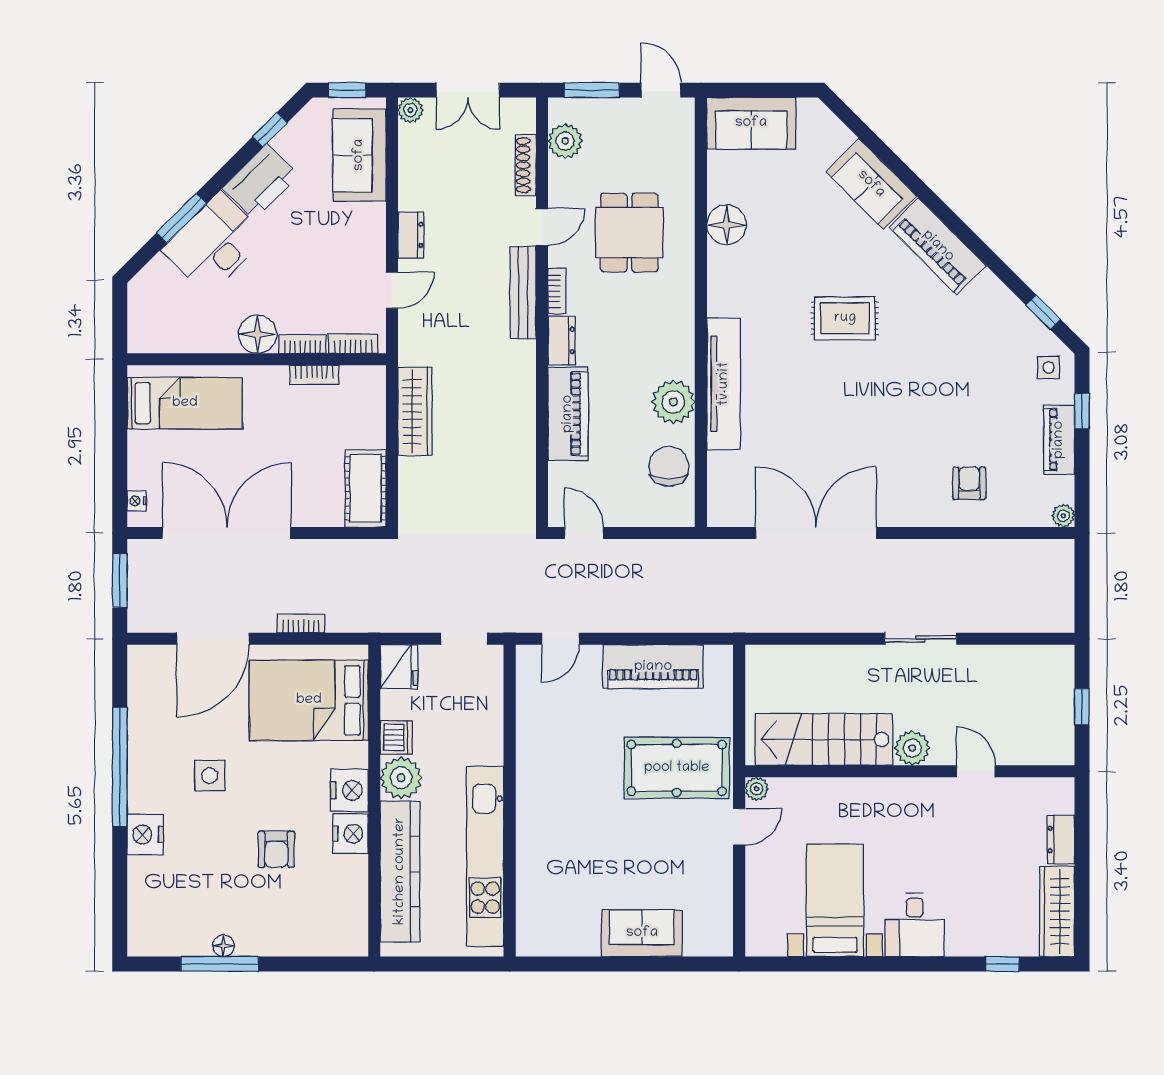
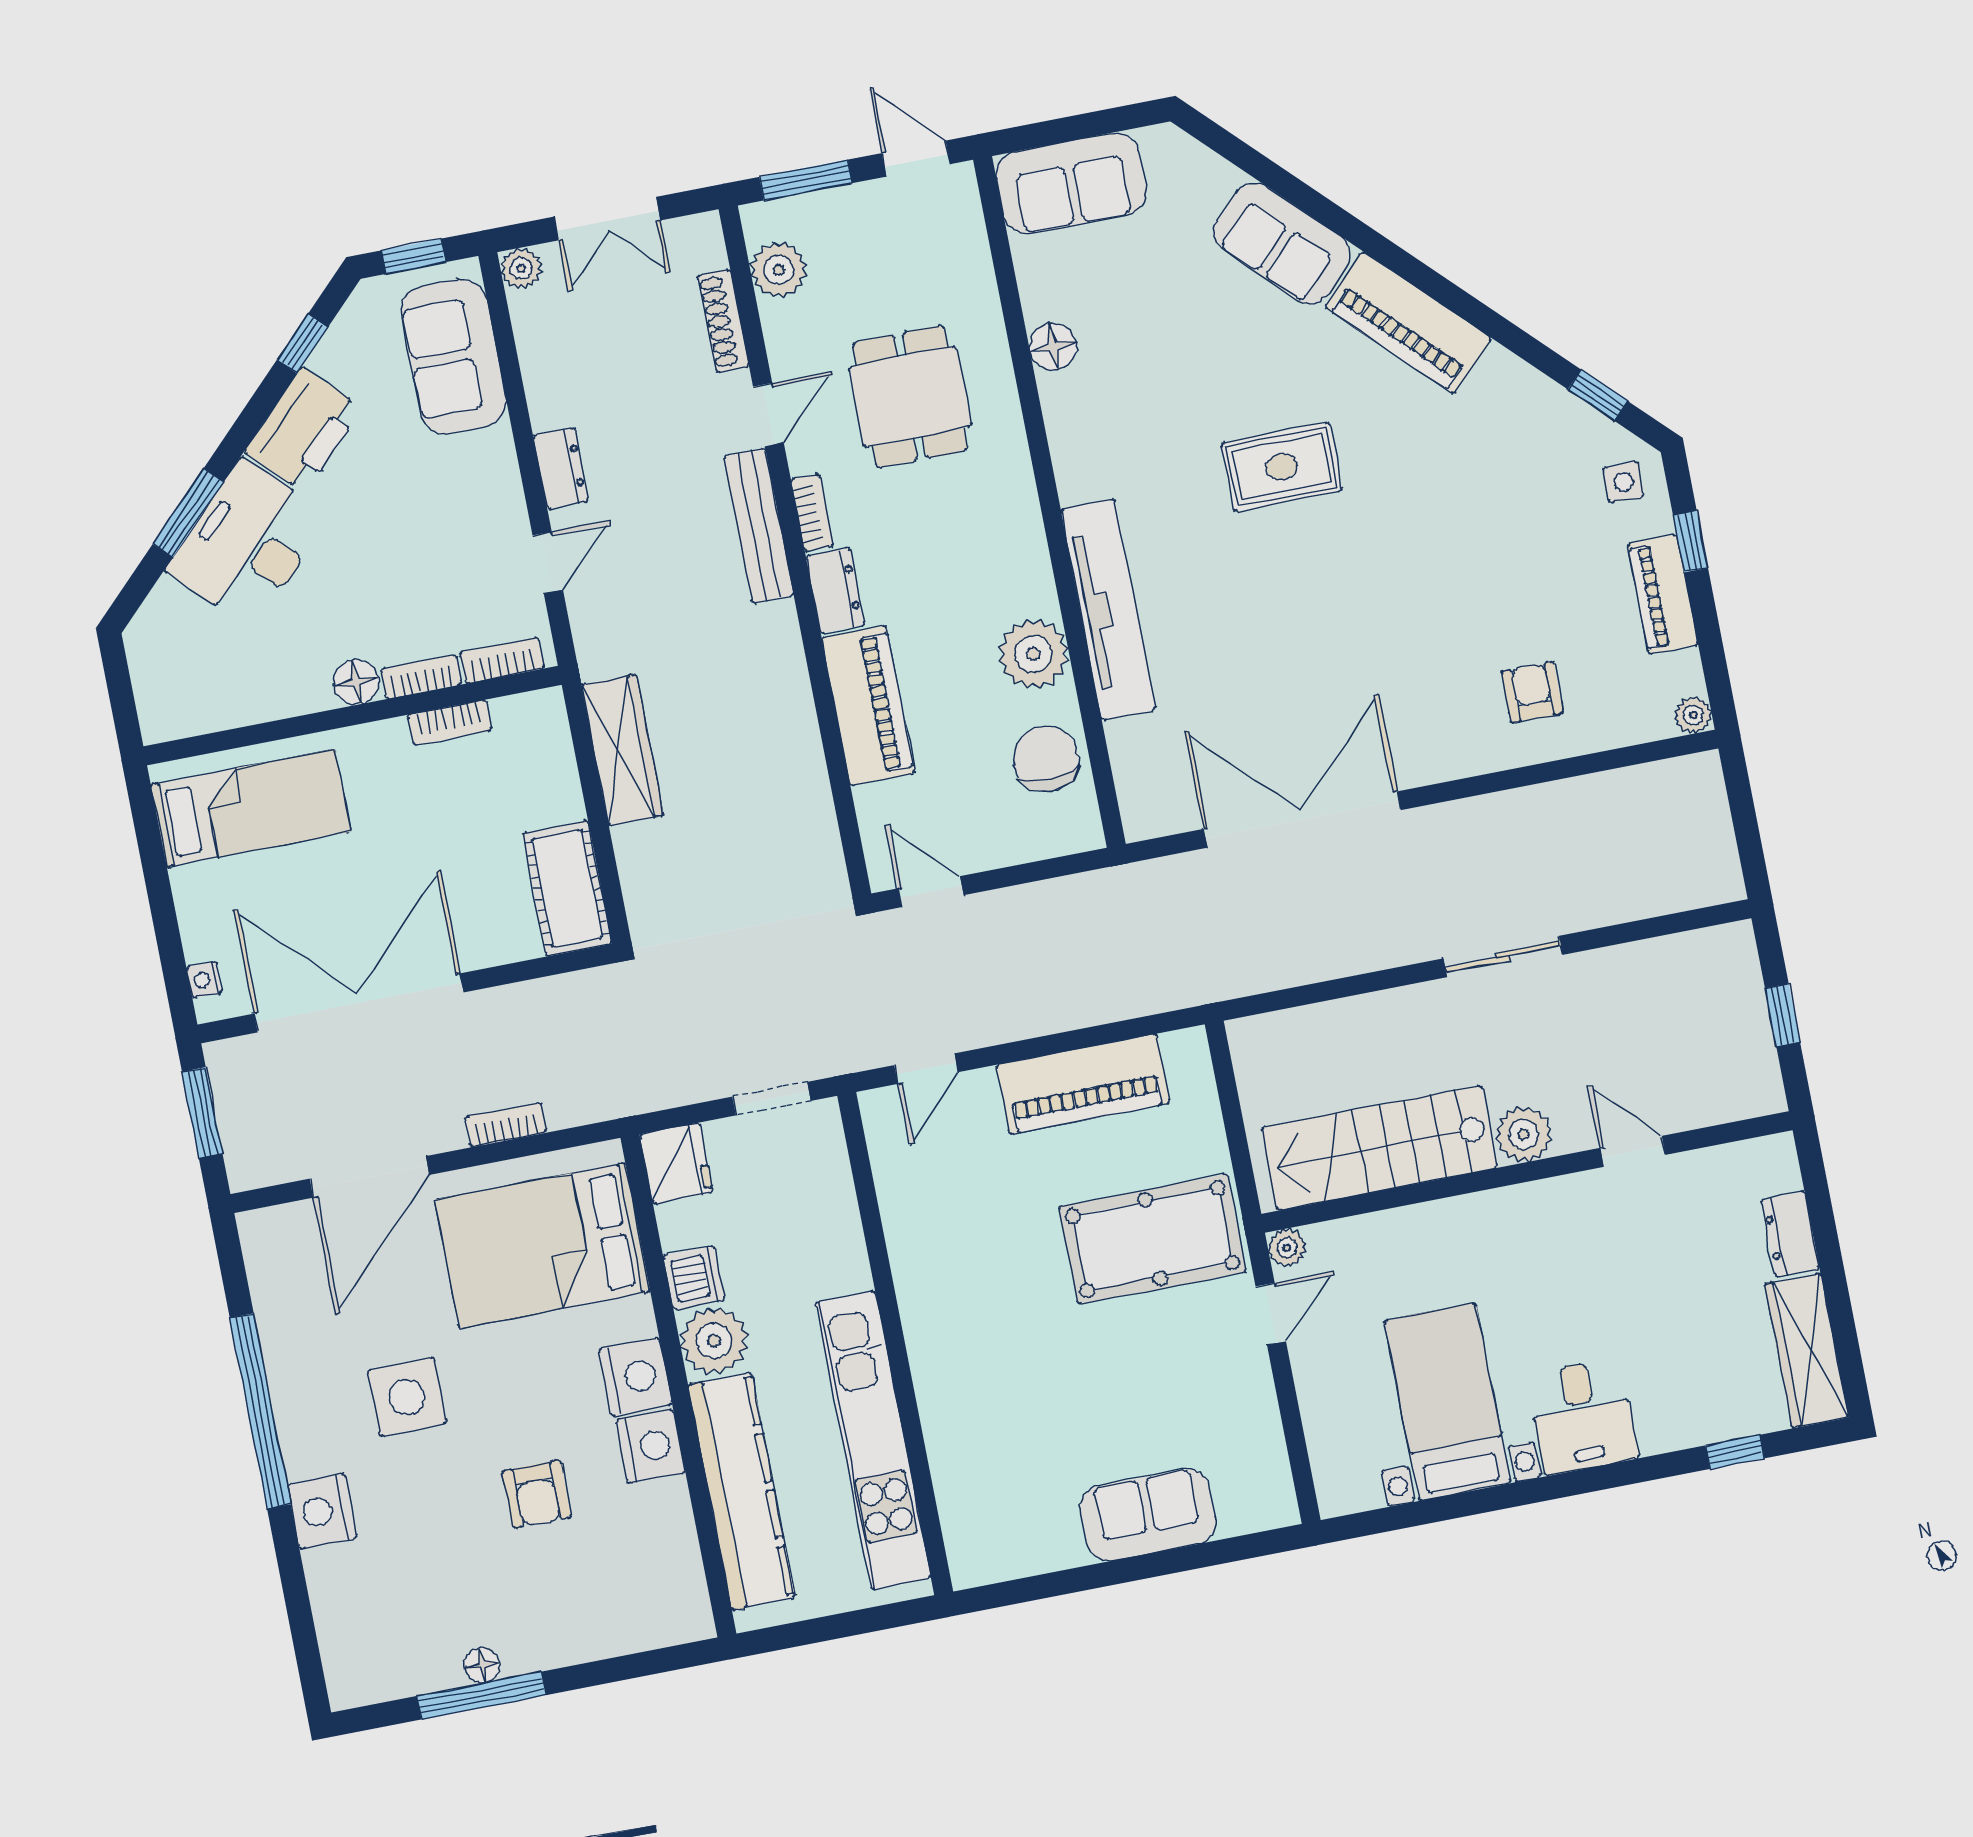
floor lamp: (727, 225) -> (1053, 347), width x0.73, depth x0.73
floor lamp: (258, 334) -> (356, 682), width x0.73, depth x0.73
side table: (210, 776) -> (407, 1397), width x1.37, depth x1.37

